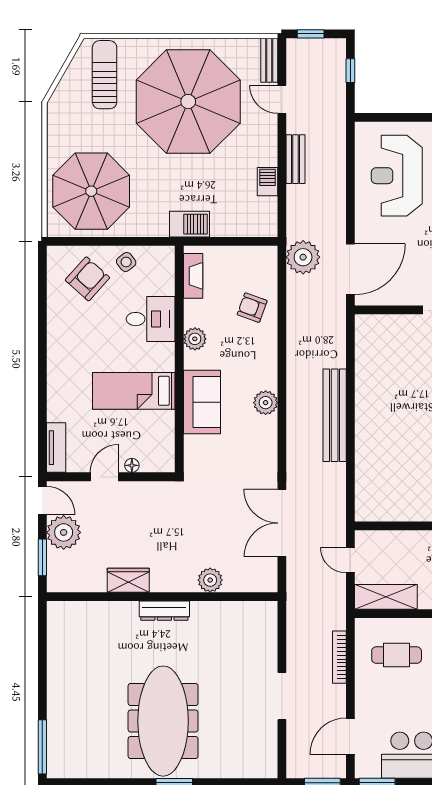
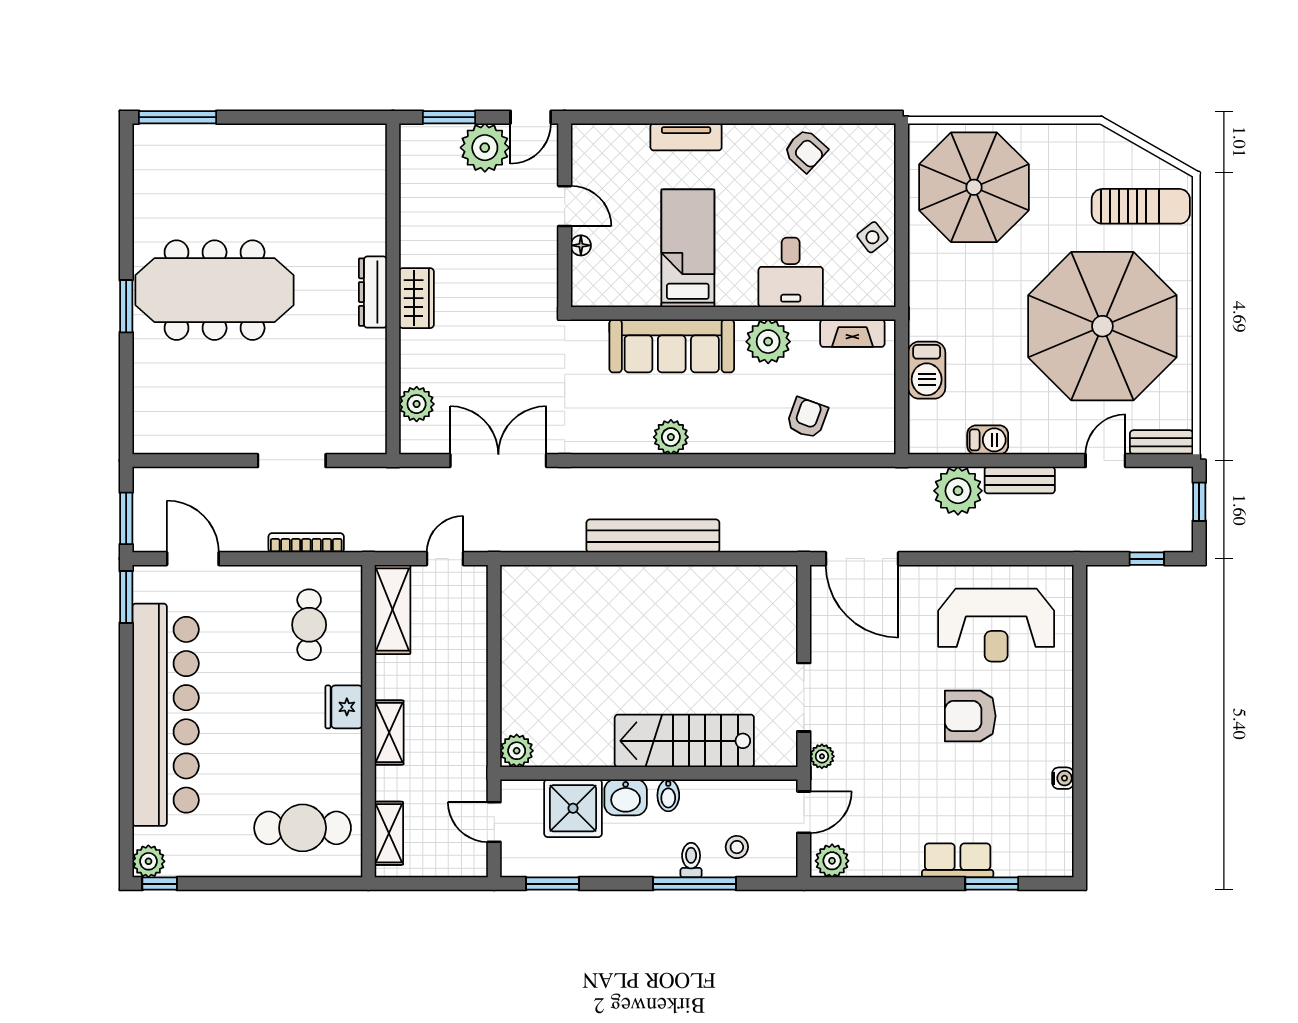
reception desk: (397, 176) -> (996, 625), turned 180
barbecue: (189, 224) -> (927, 370), moved
plant: (303, 257) -> (958, 491), moved
armchair: (87, 279) -> (806, 150), moved, width x0.72, depth x0.72
plant: (195, 339) -> (768, 342), width x1.36, depth x1.36
sofa: (202, 402) -> (672, 346), width x1.36
tv unit: (56, 448) -> (686, 137), moved
wardrobe: (128, 580) -> (416, 298), moved
plant: (210, 580) -> (417, 404), moved
doorway: (282, 696) -> (292, 461), moved

